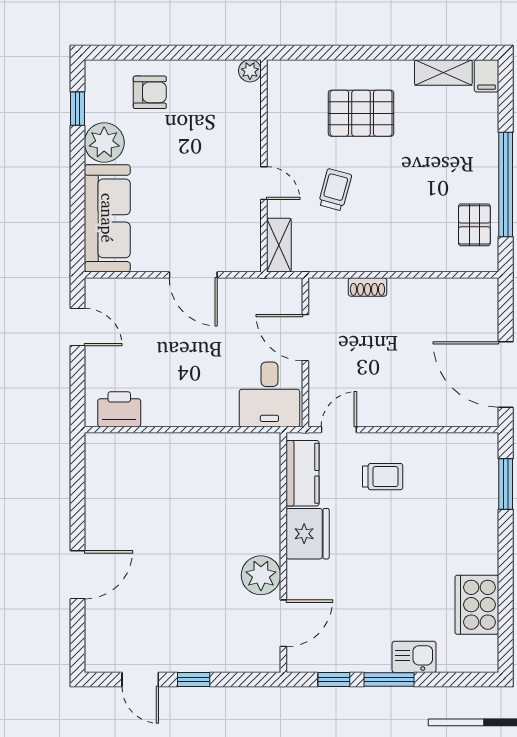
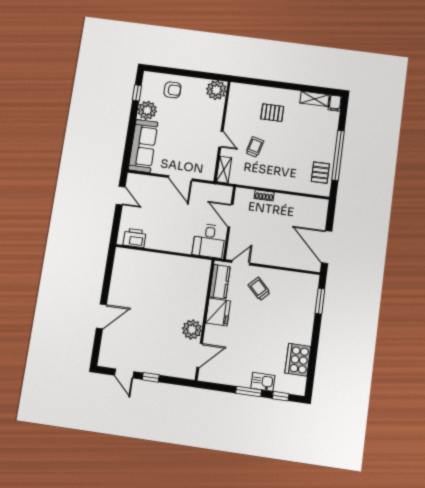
plant: (250, 71) -> (216, 90), width x1.87, depth x1.87
pallet: (361, 113) -> (272, 113), width x0.67, depth x0.71
trolley: (383, 477) -> (259, 289), turned -135
window: (334, 680) -> (281, 396), moved

